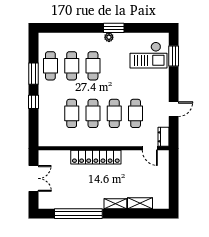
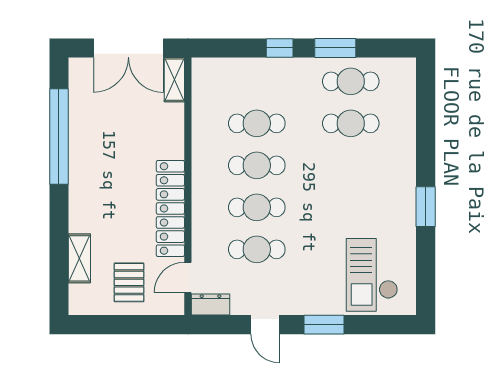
plant: (109, 37) -> (407, 197), removed
window: (174, 56) -> (324, 325), moved
cafe table: (93, 66) -> (351, 165), removed
locker: (96, 157) -> (170, 208), moved
double door: (34, 178) -> (128, 48), width x1.37
pallet: (152, 178) -> (129, 282), added
shelving: (115, 204) -> (174, 80), moved

